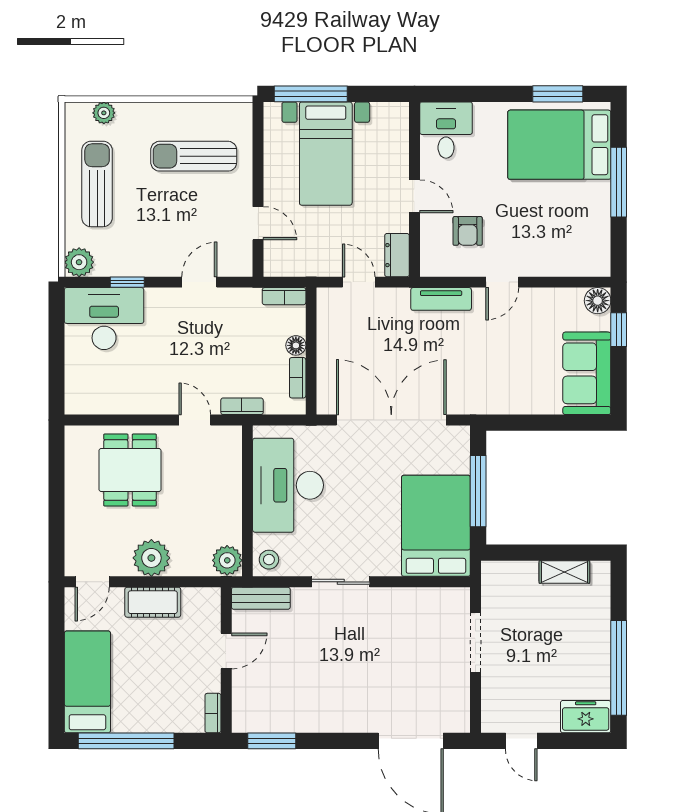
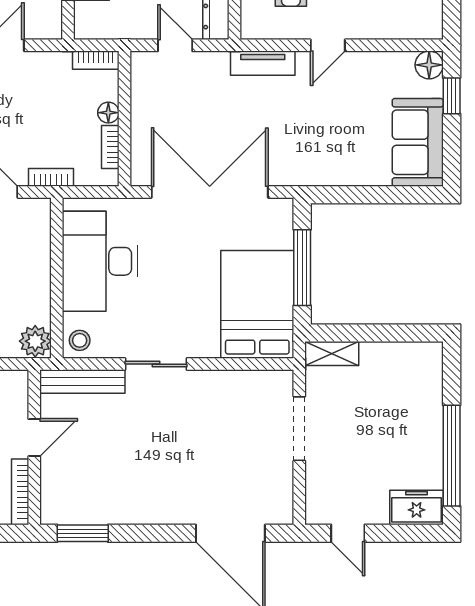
shelving: (564, 572) -> (332, 354), moved
bench: (261, 598) -> (82, 382), width x1.36
bookcase: (213, 713) -> (20, 492), width x1.56

